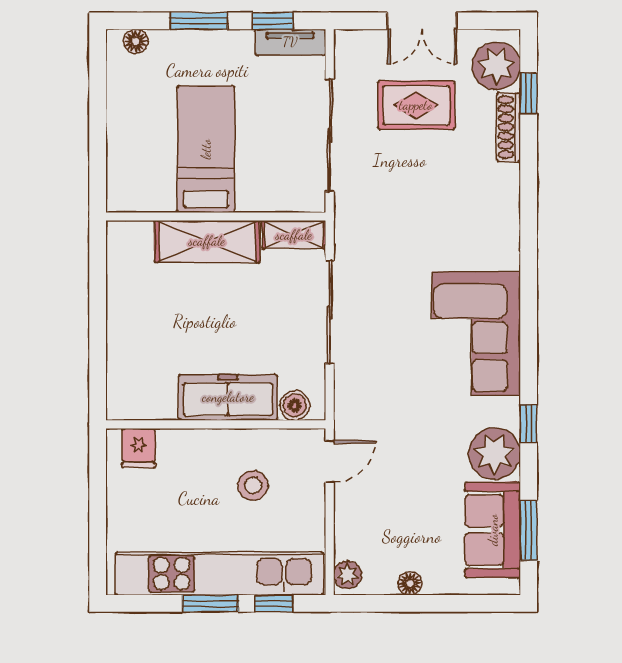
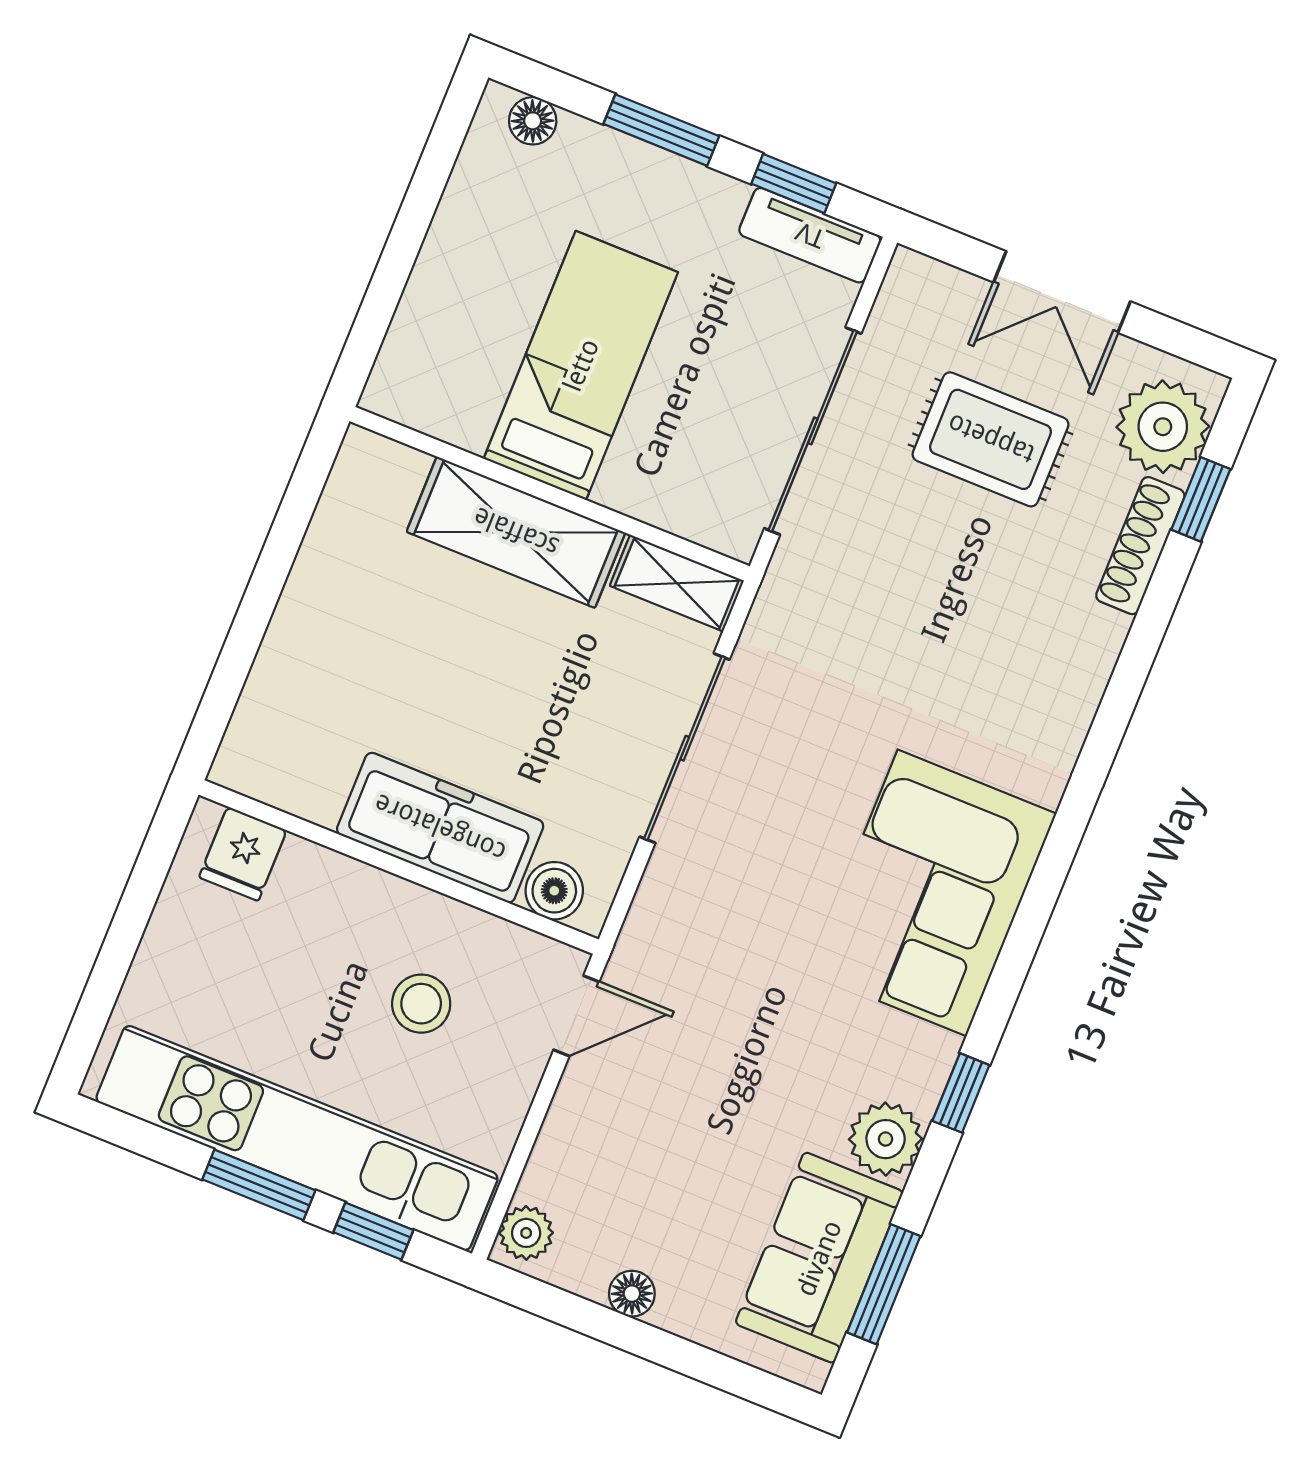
plant: (494, 453) -> (886, 1139), width x0.73, depth x0.73

